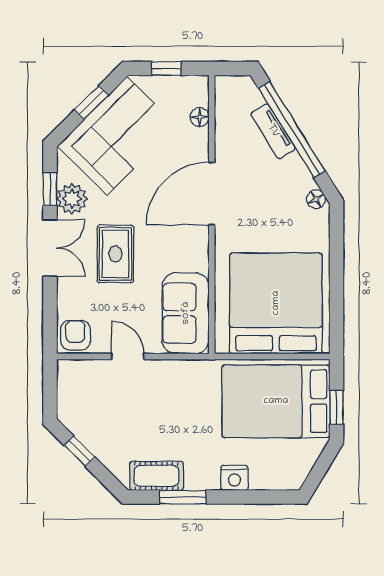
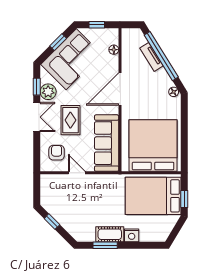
sofa: (186, 313) -> (107, 143), width x1.36
armchair: (75, 335) -> (57, 153), moved
cot: (156, 476) -> (110, 234), moved

